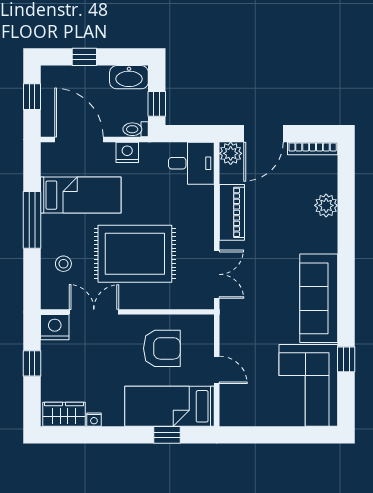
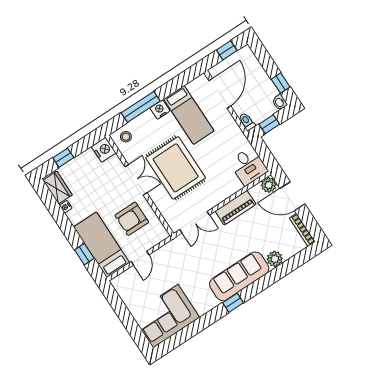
window: (84, 57) -> (281, 83), moved
washbasin: (129, 77) -> (280, 102), width x0.52, depth x0.69
nightstand: (127, 152) -> (160, 110), moved, turned -90
window: (32, 220) -> (141, 107), moved
stool: (63, 264) -> (126, 137), moved
sofa: (319, 298) -> (239, 276), moved
double door: (94, 312) -> (136, 180), moved
armchair: (162, 348) -> (132, 219), turned 90
window: (346, 359) -> (233, 303), moved
window: (32, 363) -> (63, 158), moved

